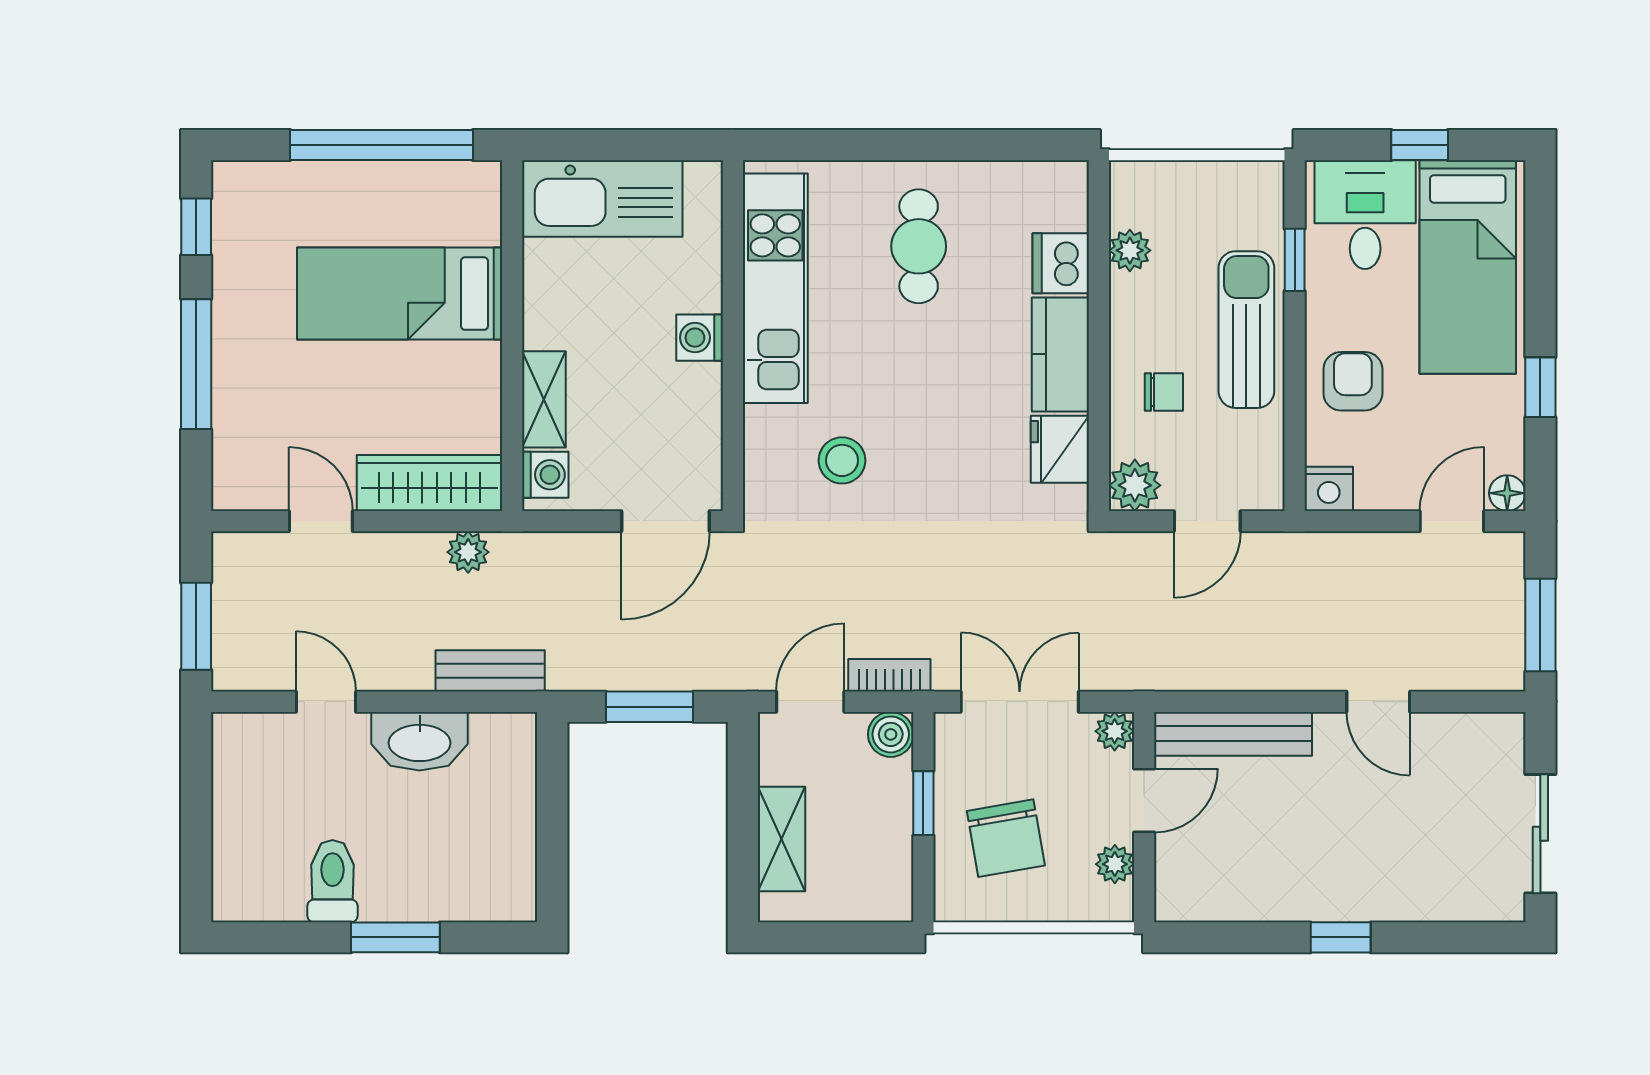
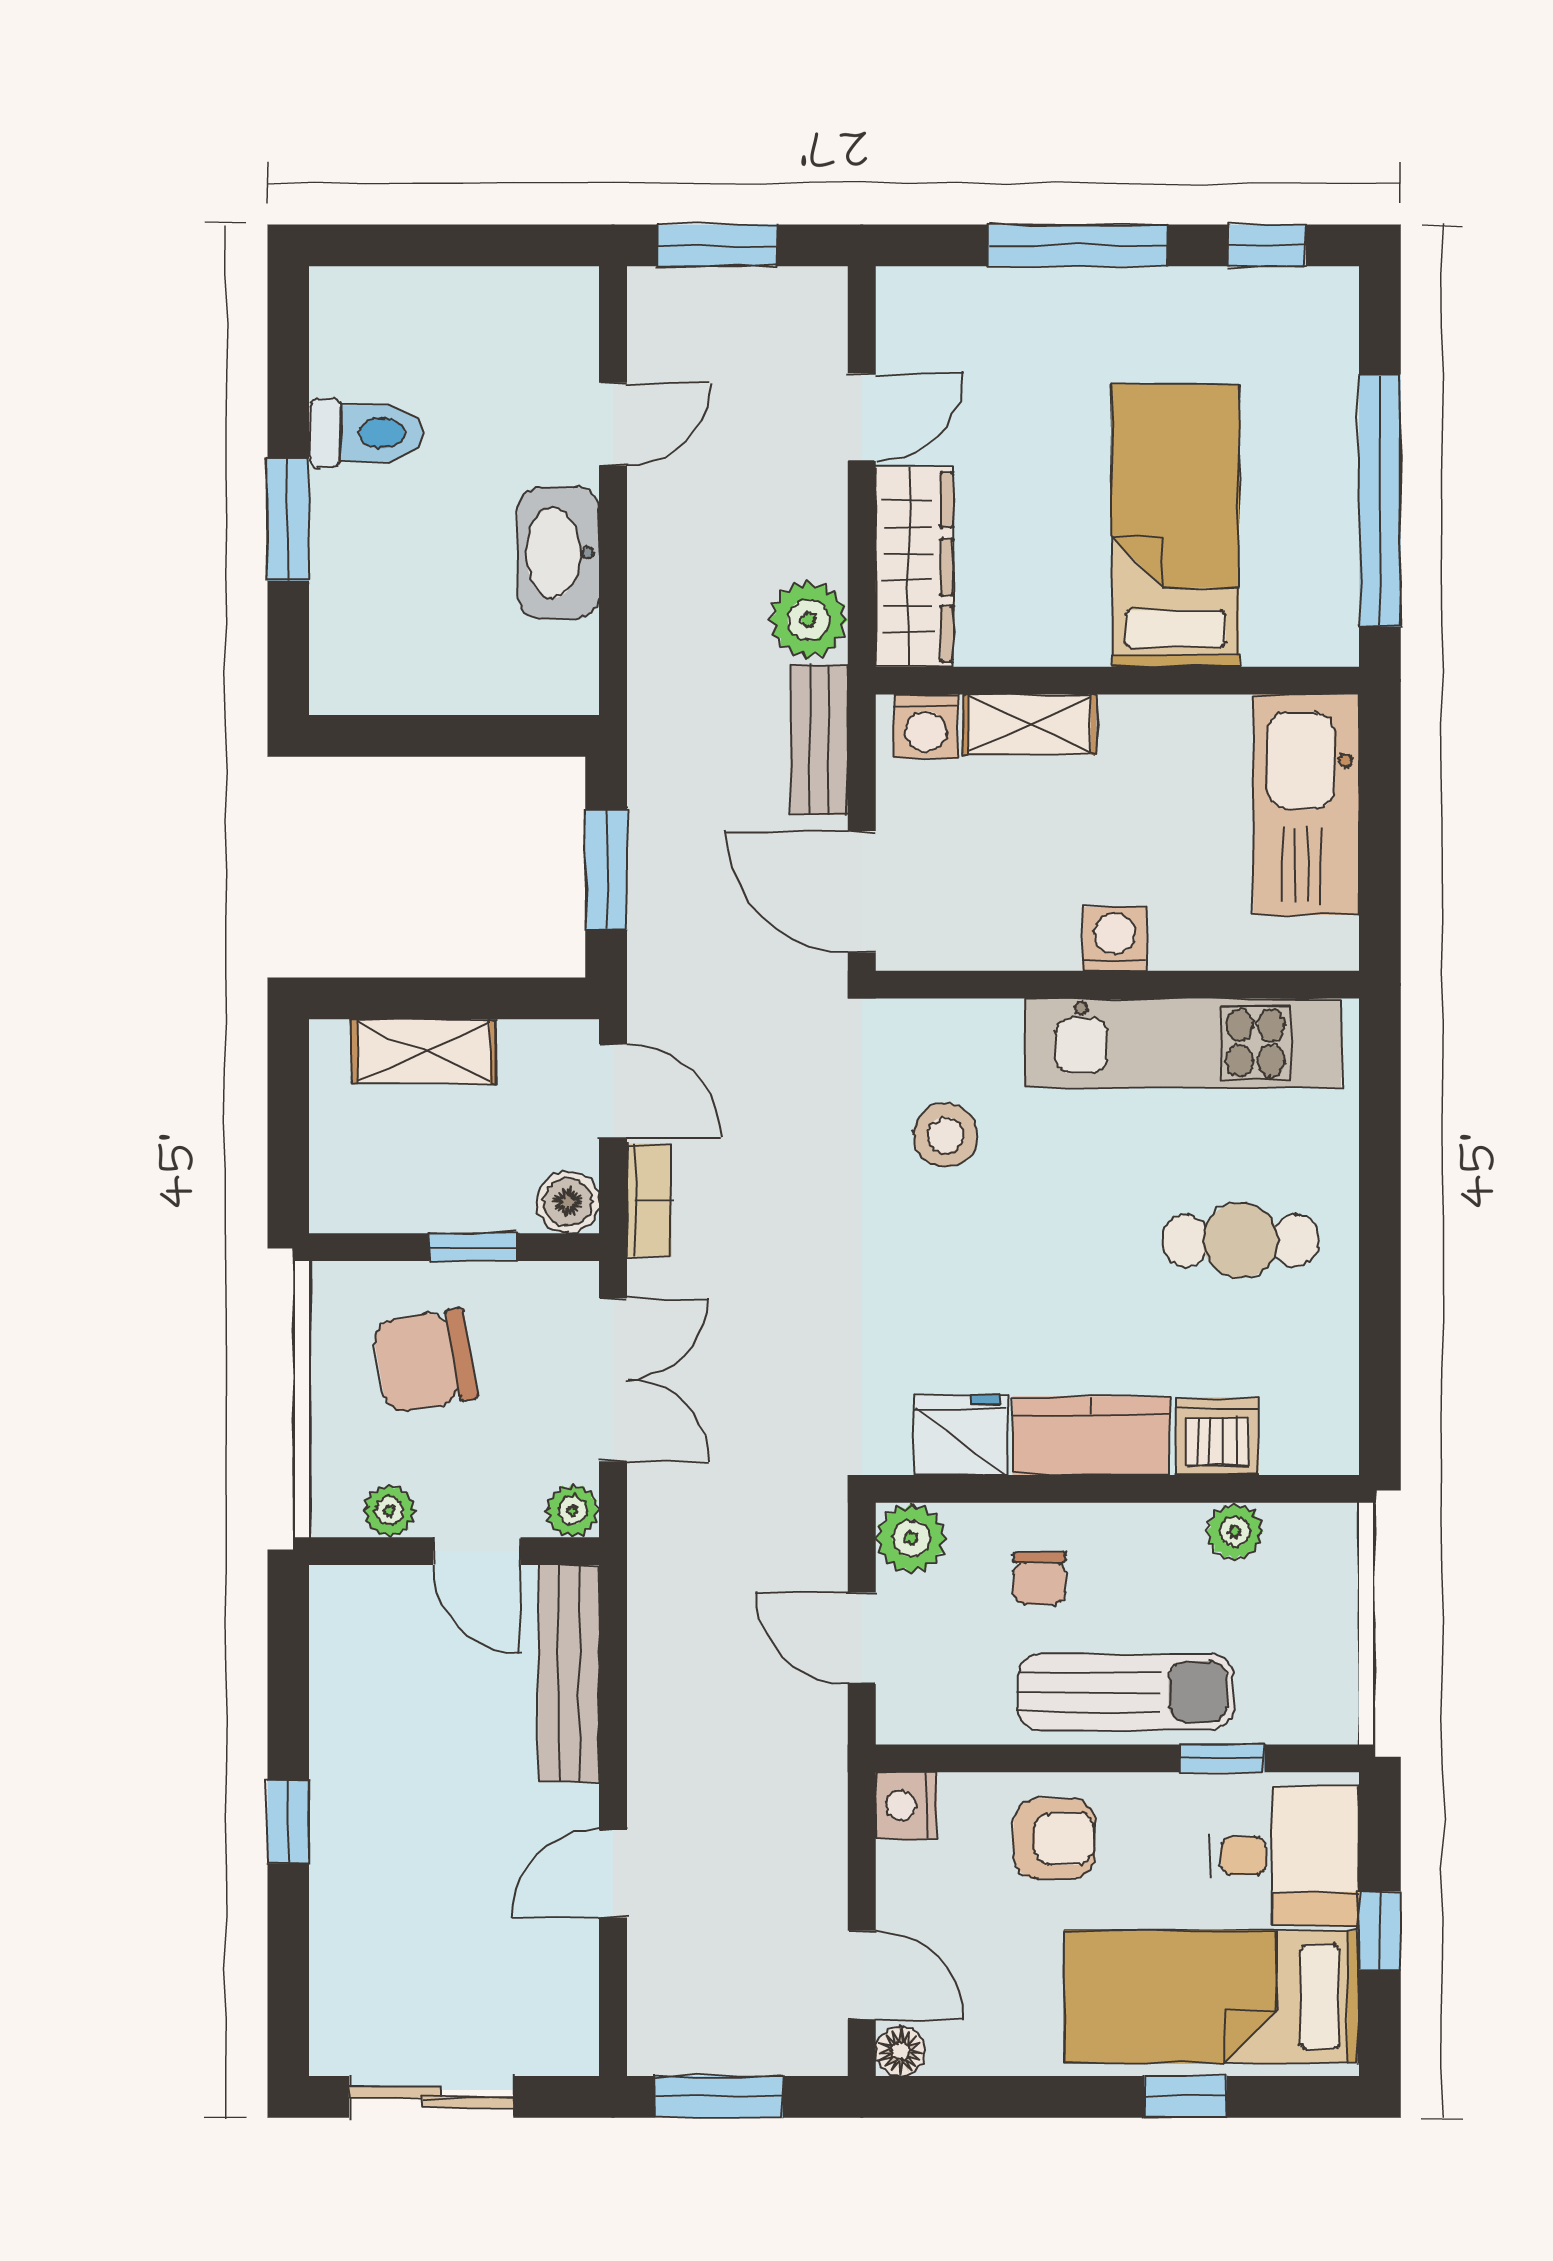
window: (1540, 387) -> (1185, 2097), moved
plant: (468, 552) -> (808, 620), width x1.38, depth x1.38
bench: (490, 671) -> (819, 740), moved

